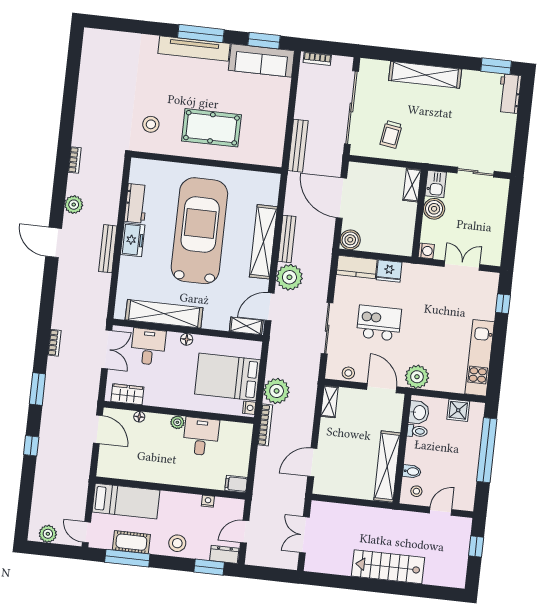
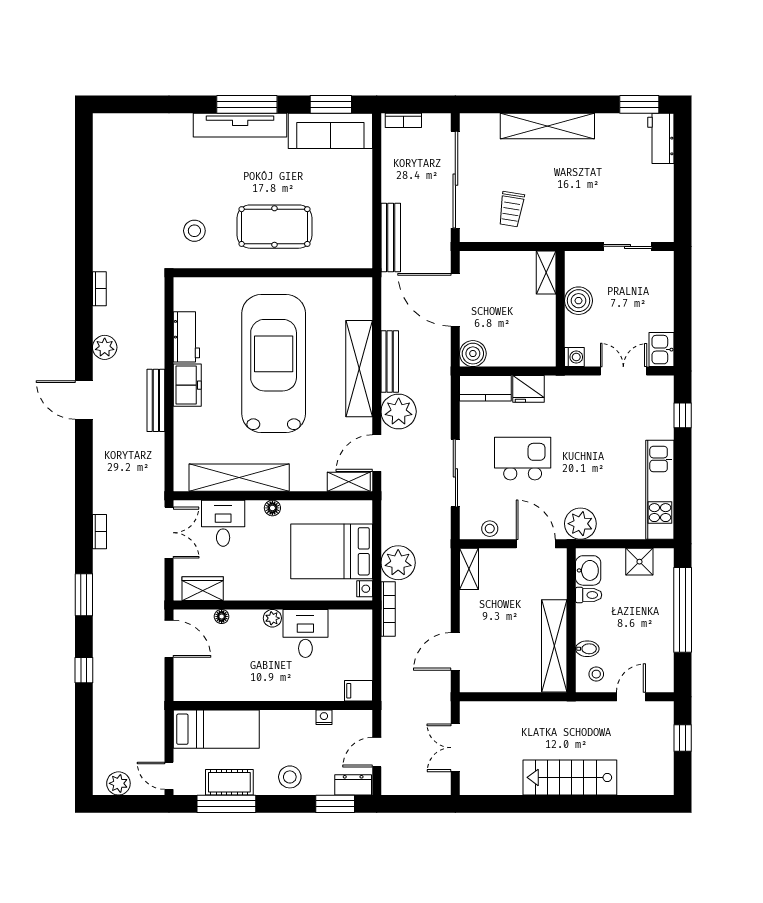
kitchen sink: (436, 184) -> (662, 350), moved, turned 180

